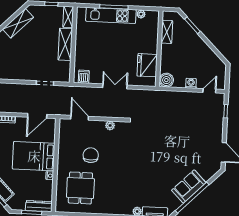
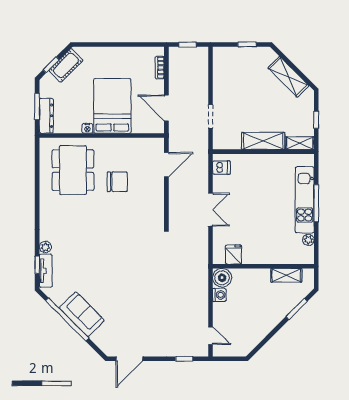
fridge: (147, 65) -> (234, 254), width x0.53, depth x0.75
washing machine: (191, 83) -> (219, 295), moved
plant: (110, 126) -> (158, 206), removed
dining table: (80, 188) -> (73, 170), width x1.38

